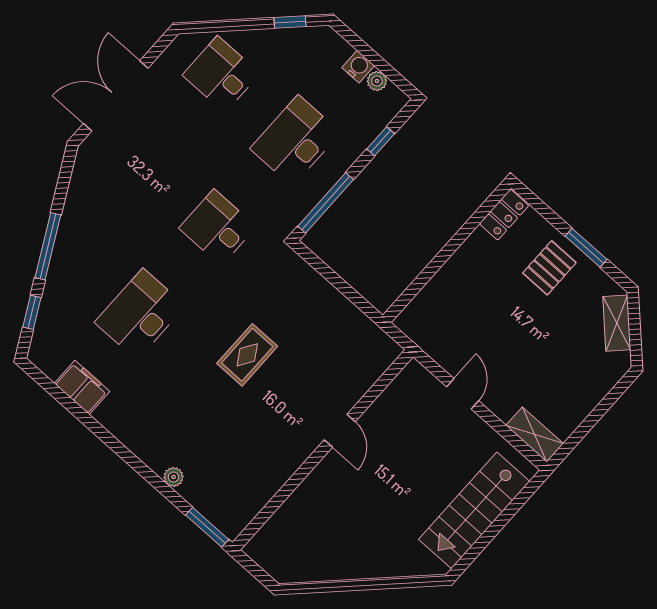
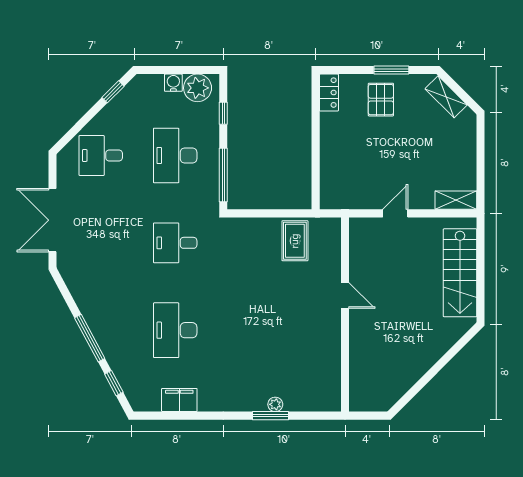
plant: (377, 81) -> (198, 88), width x1.88, depth x1.88
rug: (247, 355) -> (295, 241), moved
door: (463, 394) -> (395, 213), hinge flipped
window: (207, 527) -> (271, 416), moved

